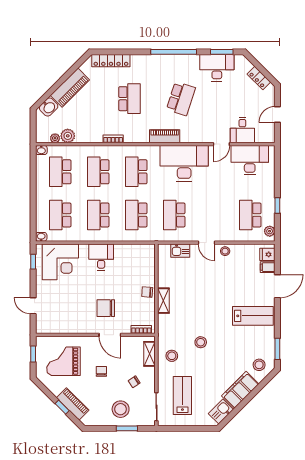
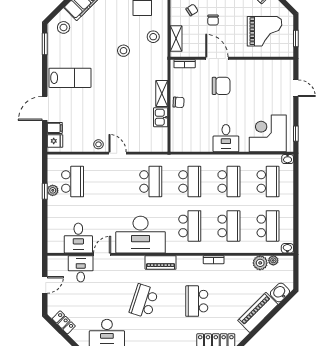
desk: (250, 160) -> (78, 238), width x0.73
plant: (270, 231) -> (53, 190), moved
kitchen sink: (180, 251) -> (161, 117), moved, turned -90
lab bench: (253, 316) -> (70, 78), turned 180
chair: (101, 371) -> (213, 20), moved

